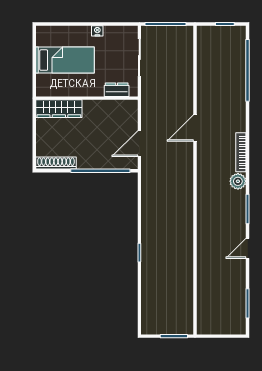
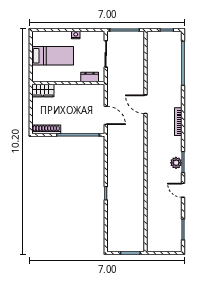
wardrobe: (59, 109) -> (43, 90), width x0.67
door: (195, 128) -> (145, 104), hinge flipped
door: (139, 144) -> (106, 115), swing flipped
plant: (238, 181) -> (176, 163), moved
door: (248, 248) -> (183, 190), hinge flipped

